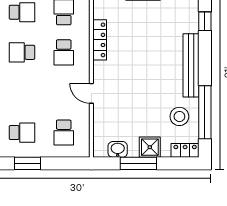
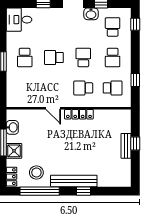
window: (205, 21) -> (83, 191), moved
locker: (100, 40) -> (79, 114), moved
door: (91, 93) -> (53, 108), swing flipped
school desk: (64, 133) -> (54, 58), moved

